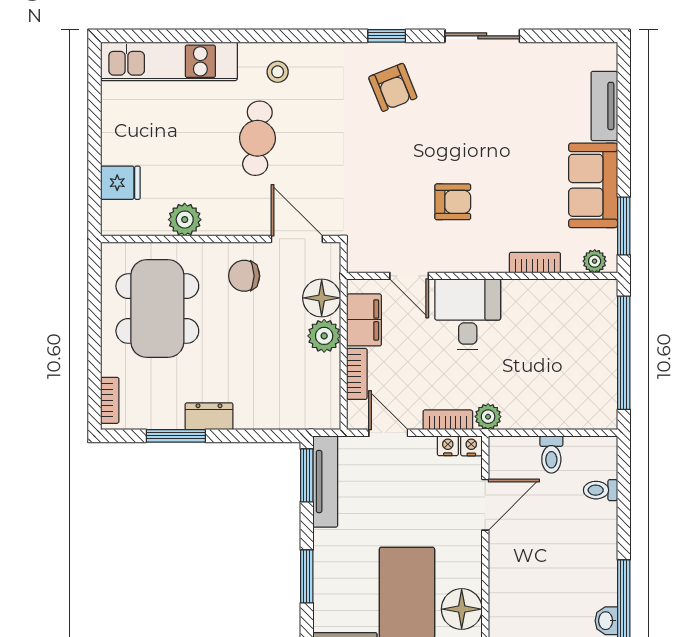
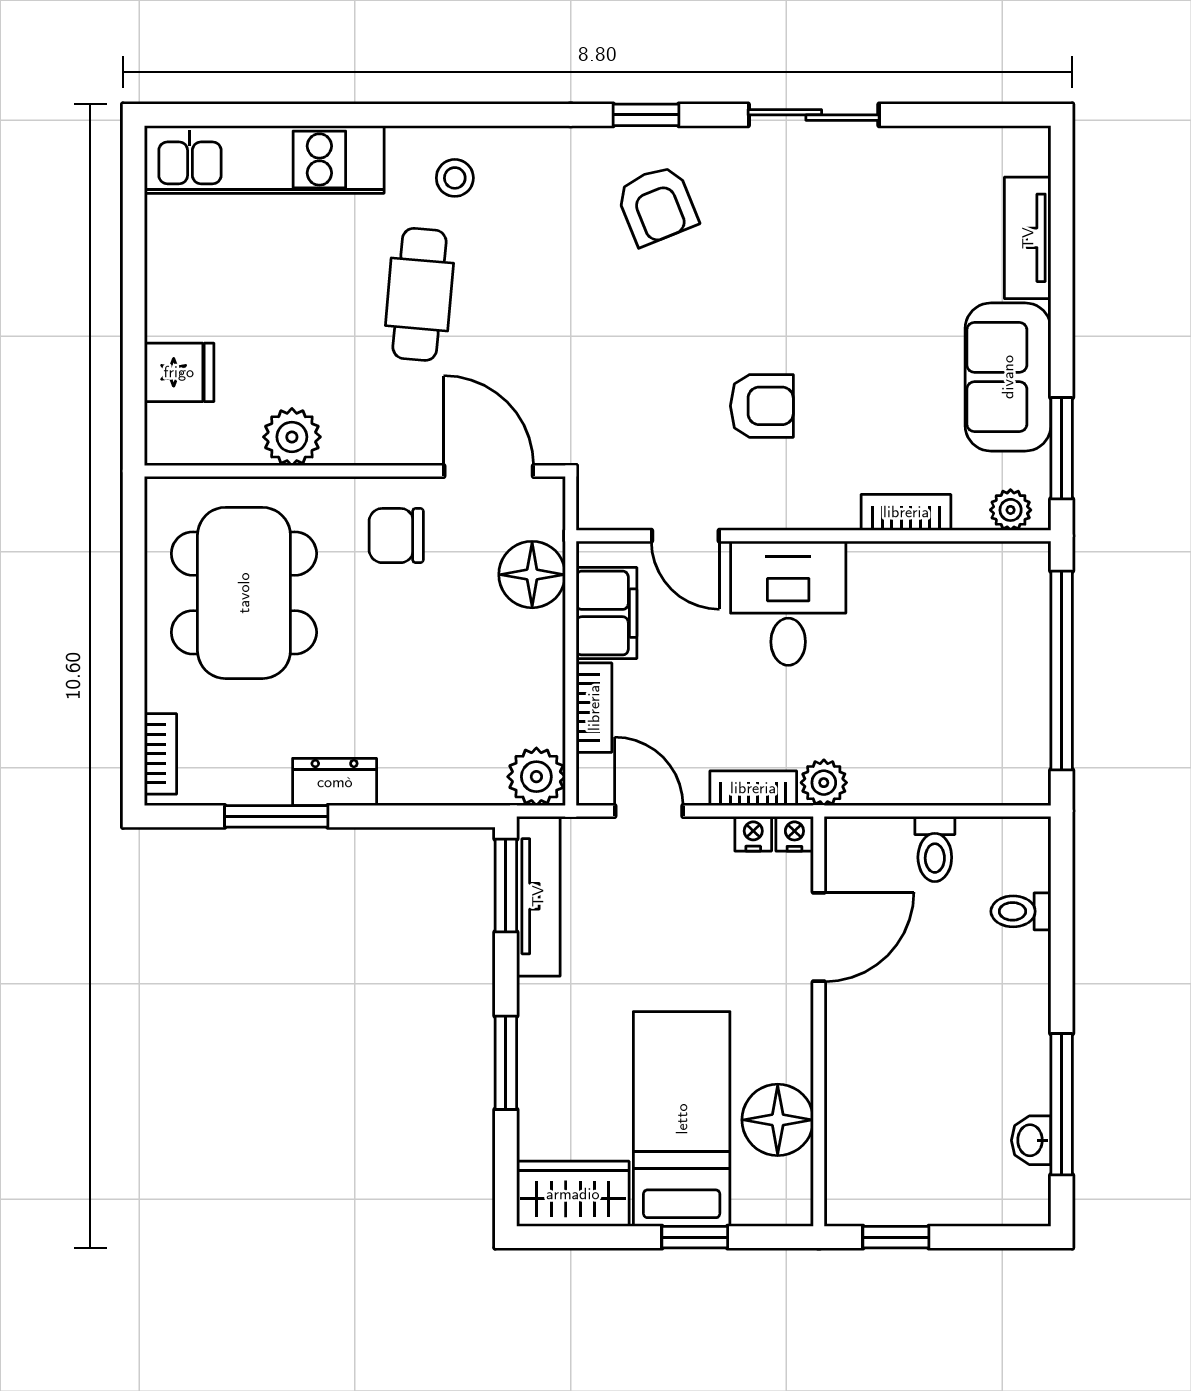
plant: (324, 336) -> (536, 777), moved

